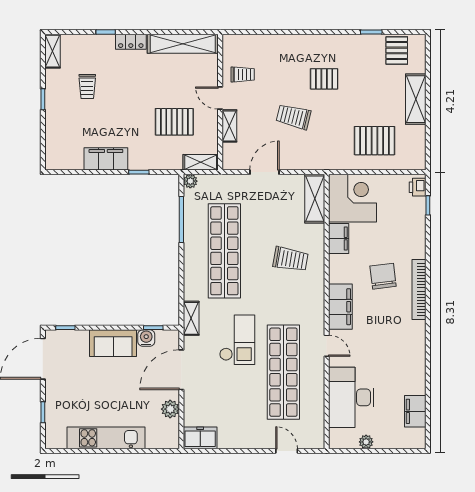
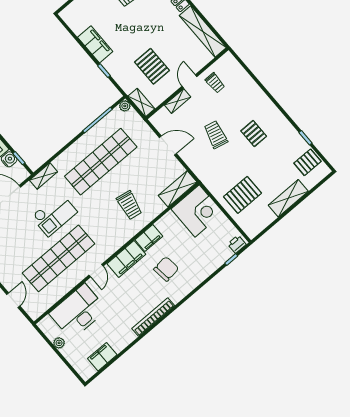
pallet: (374, 141) -> (243, 195), turned 90
filing cabinet: (339, 239) -> (149, 238), moved
bookcase: (419, 289) -> (153, 317), moved

